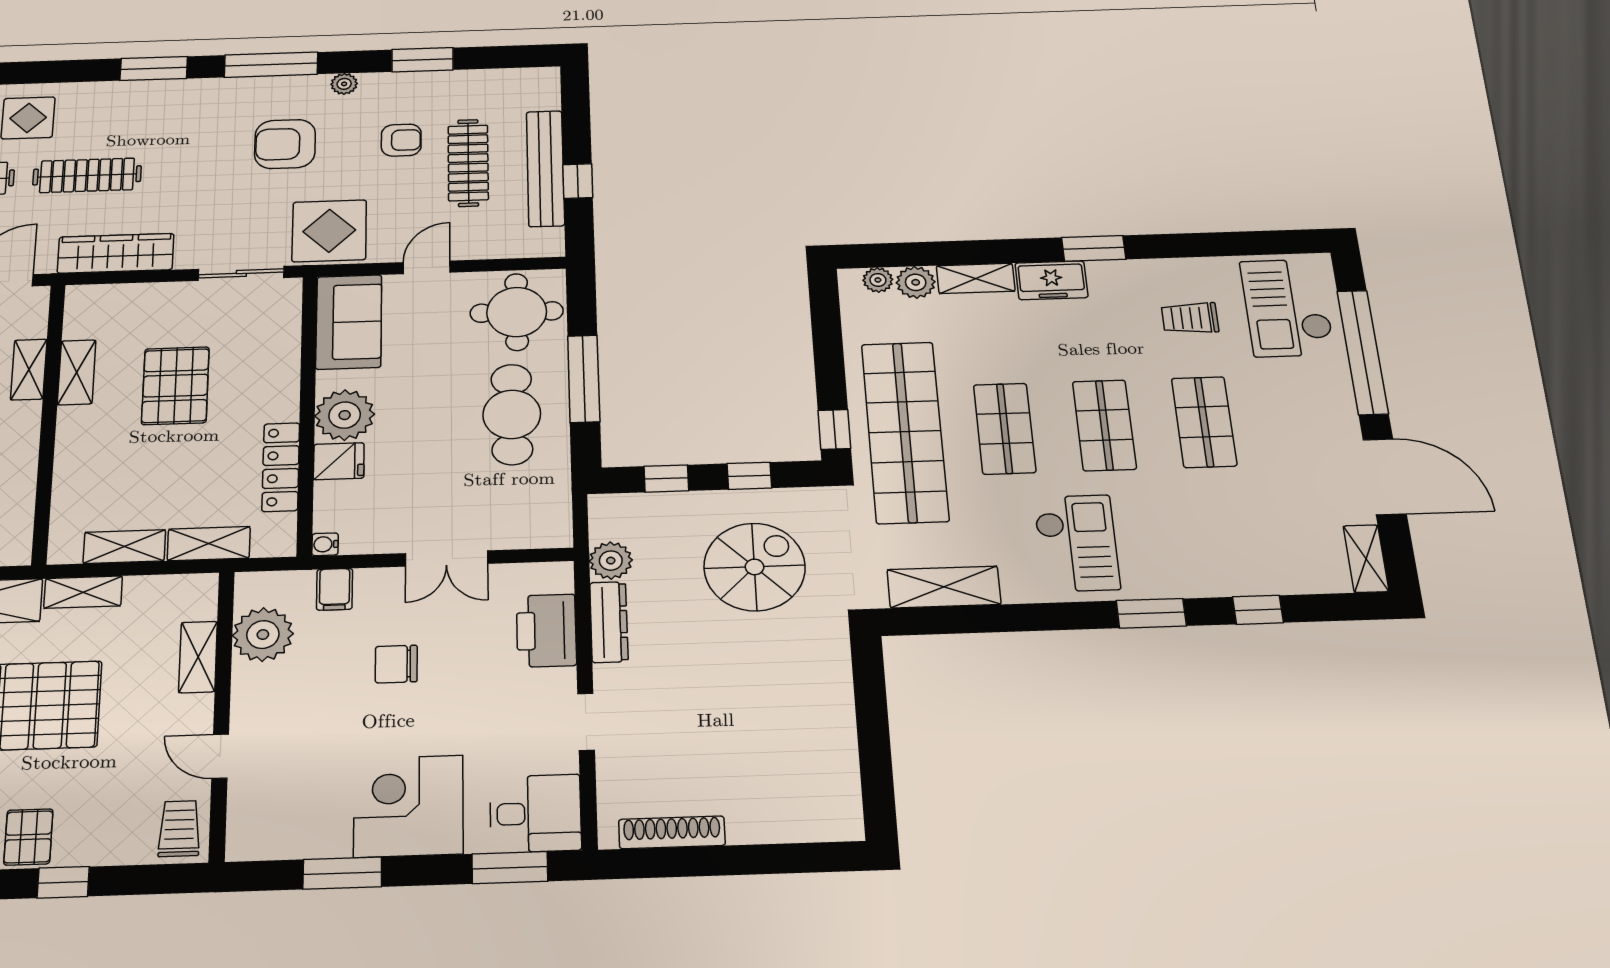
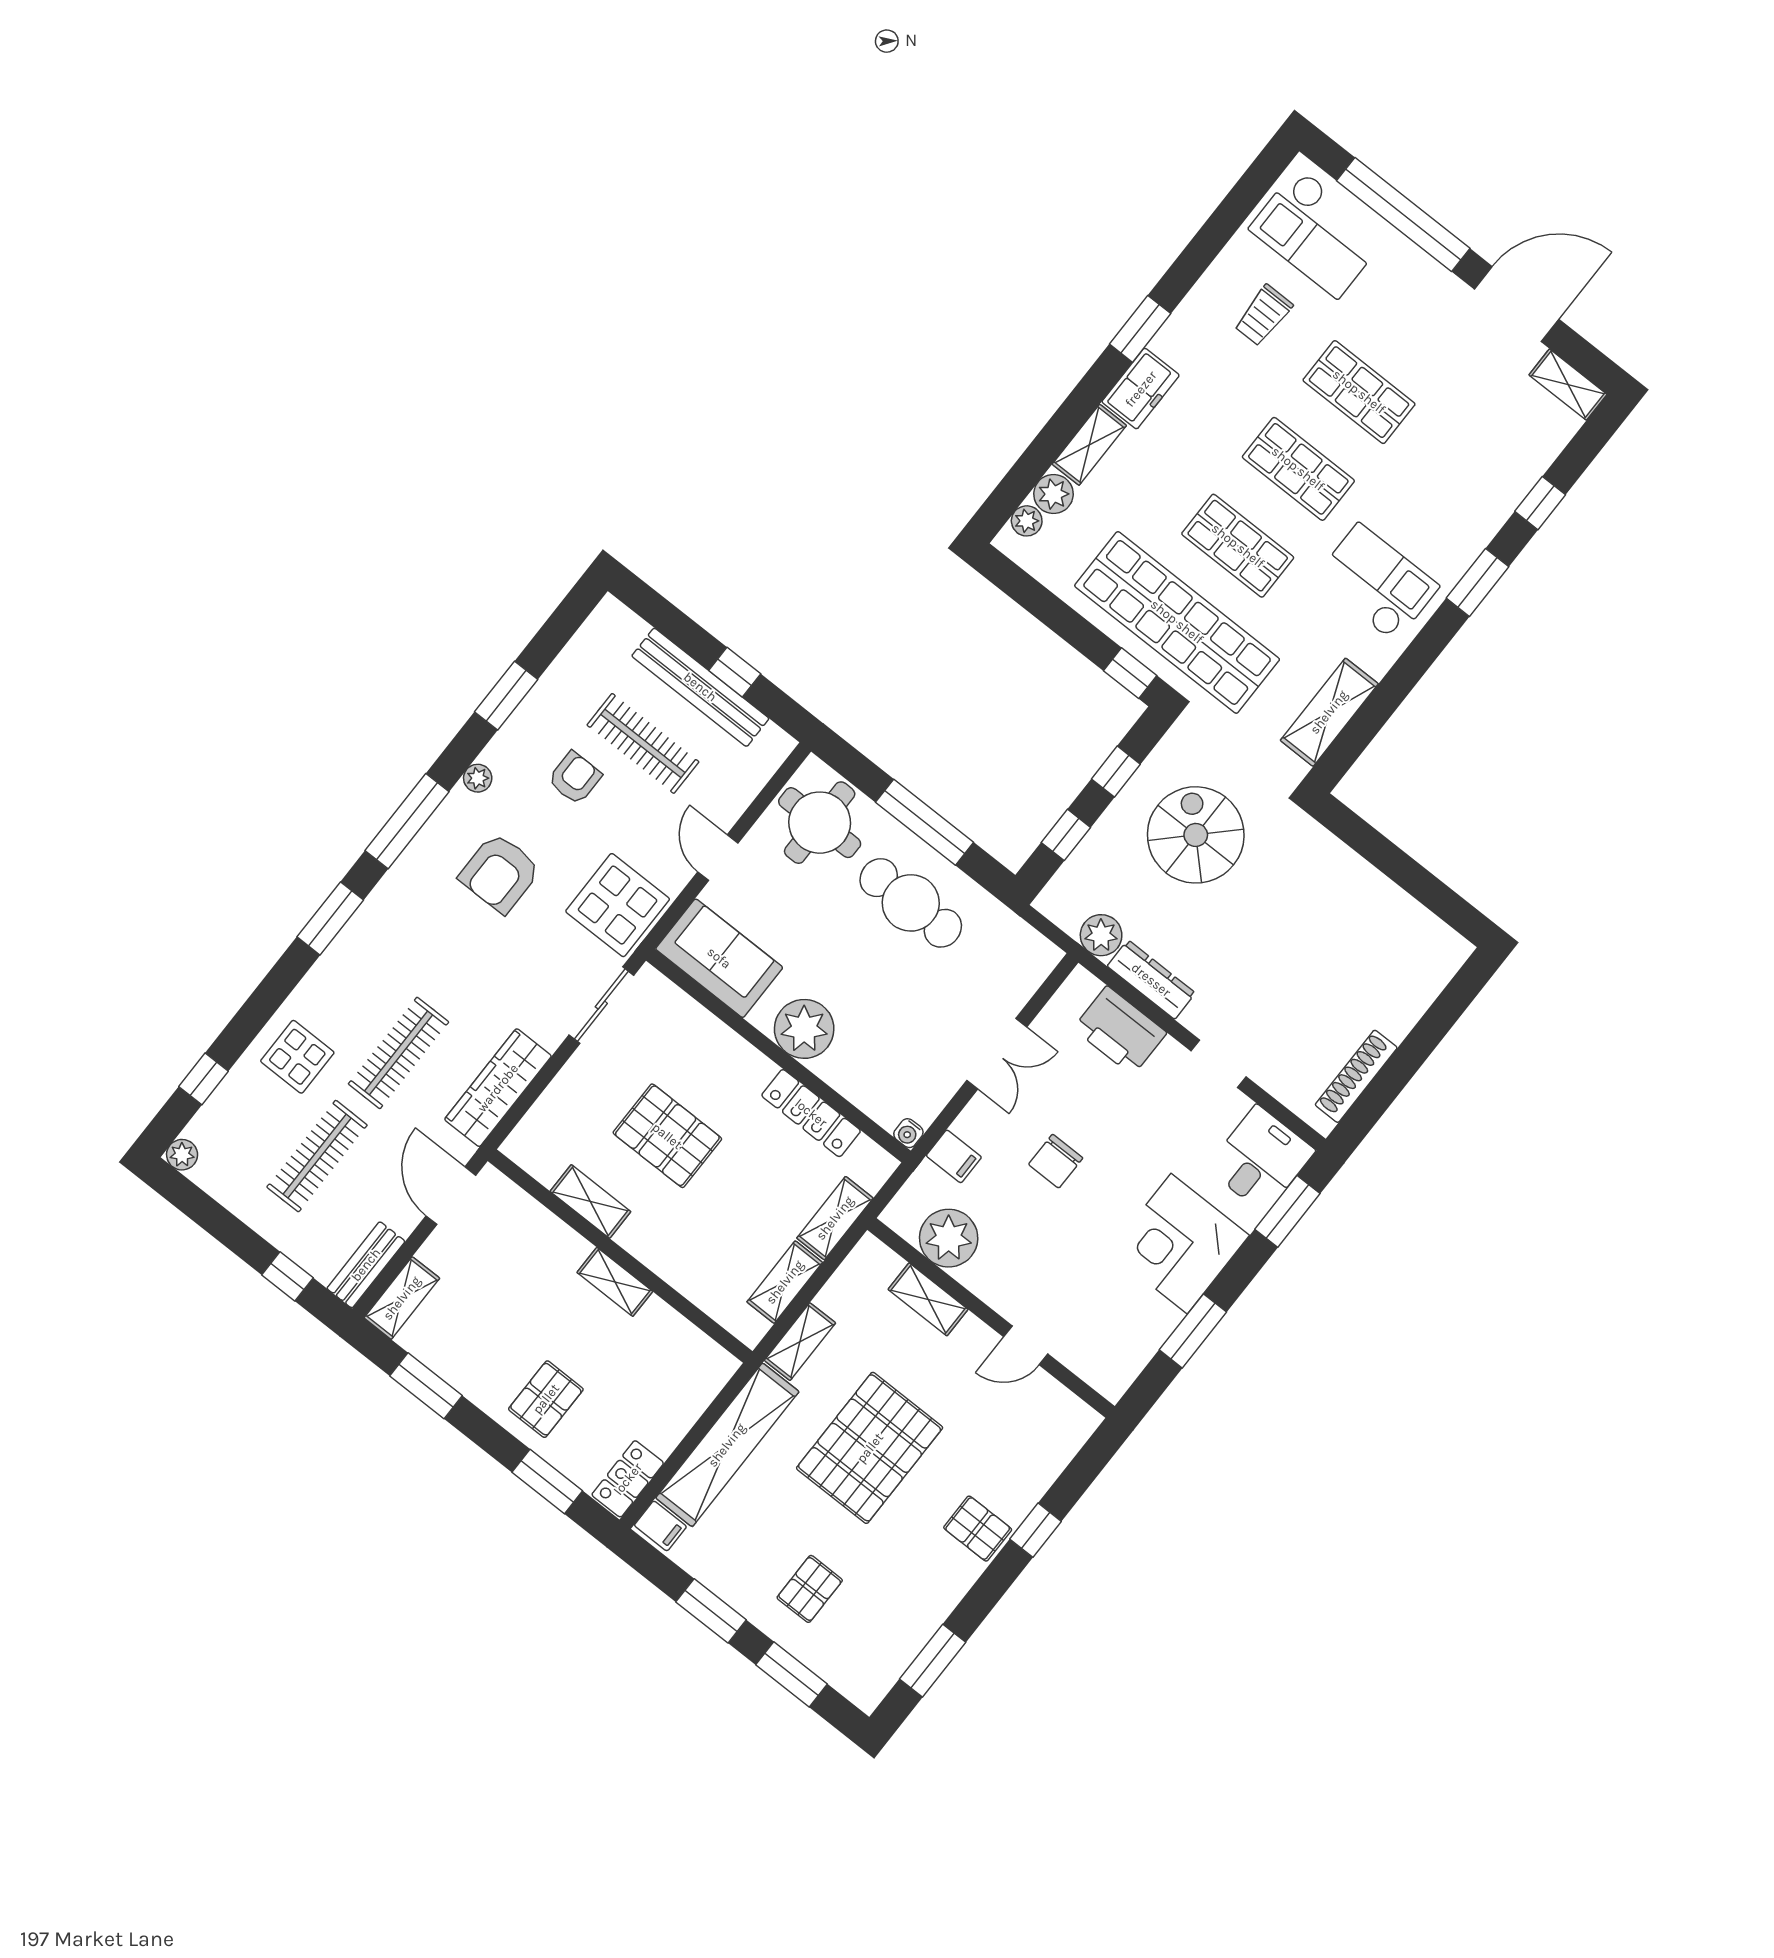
shelving: (29, 370) -> (615, 1282), moved
fridge: (339, 461) -> (843, 1066), removed
trolley: (179, 829) -> (1061, 1418), removed

